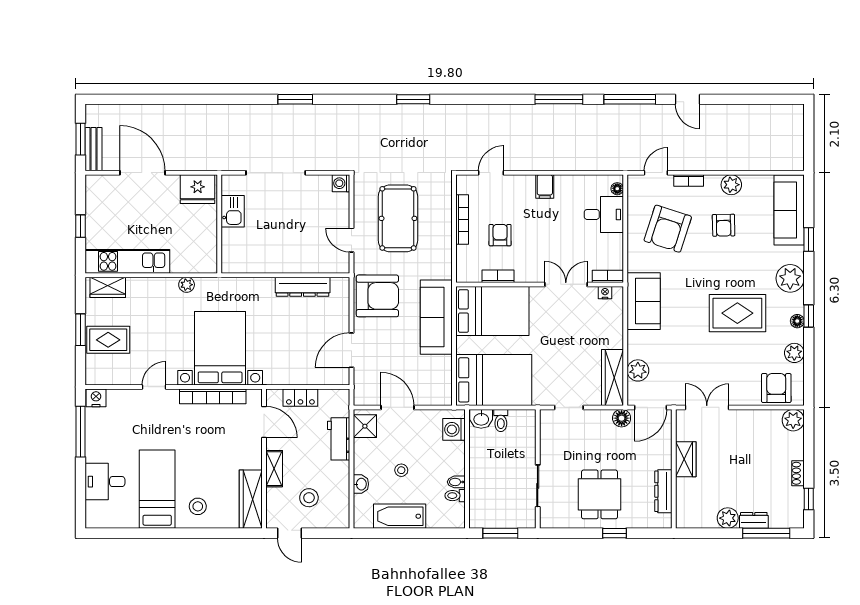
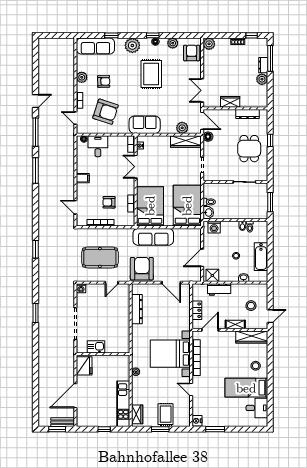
armchair: (776, 388) -> (192, 53), turned 90
window: (81, 432) -> (215, 429), width x0.69
desk: (105, 482) -> (257, 408), moved, turned -90
dining table: (599, 494) -> (249, 149), turned 90

